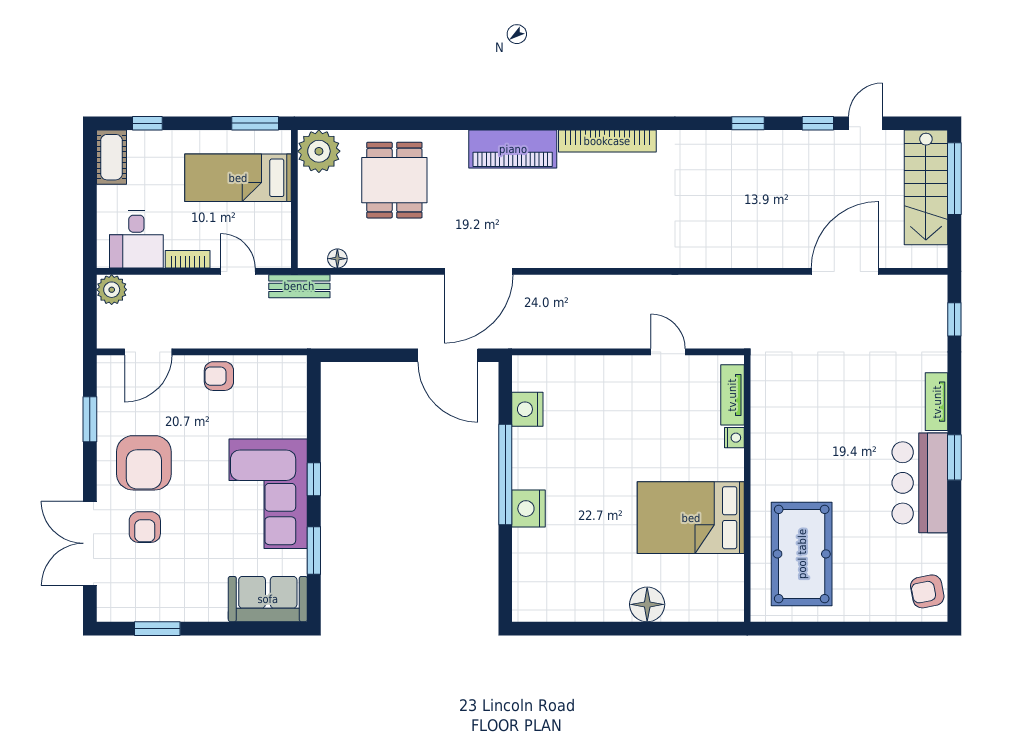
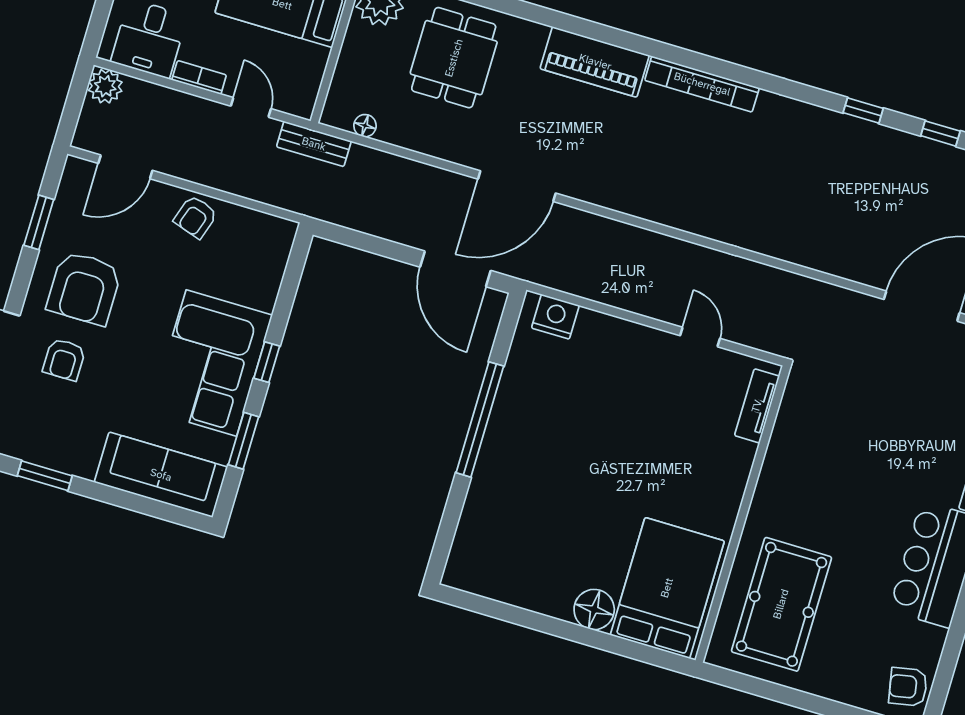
armchair: (219, 376) -> (196, 217), turned -72
nightstand: (527, 409) -> (555, 317), moved, turned 90
nightstand: (734, 438) -> (745, 454), removed
nightstand: (529, 509) -> (494, 465), removed
bed: (691, 518) -> (667, 588), moved, turned 90
sofa: (268, 599) -> (161, 475), width x1.36

